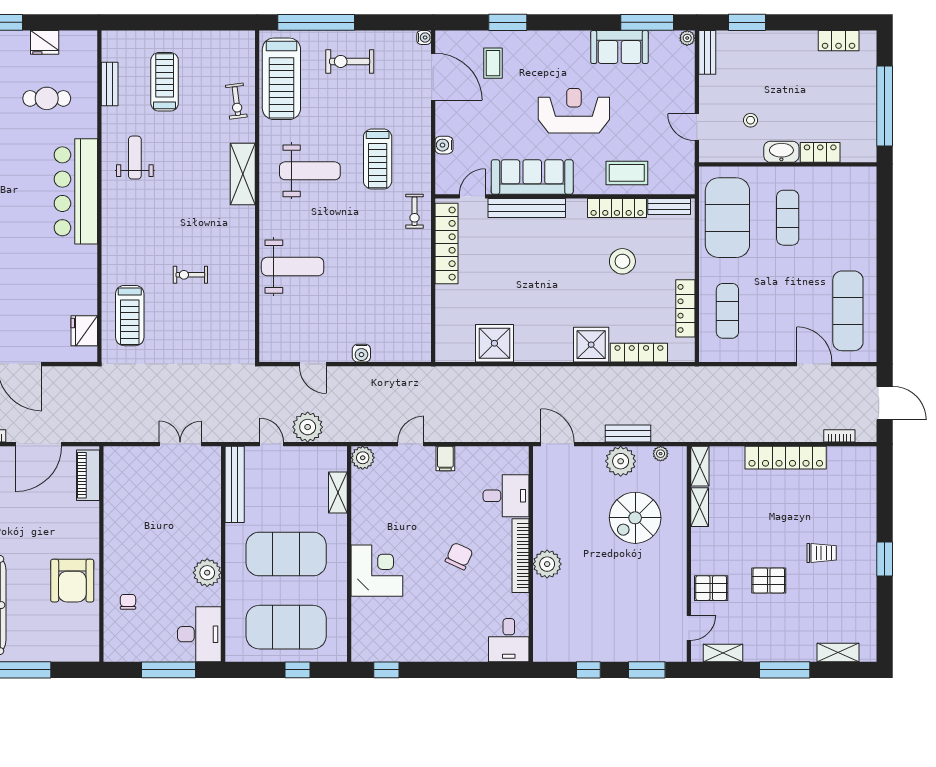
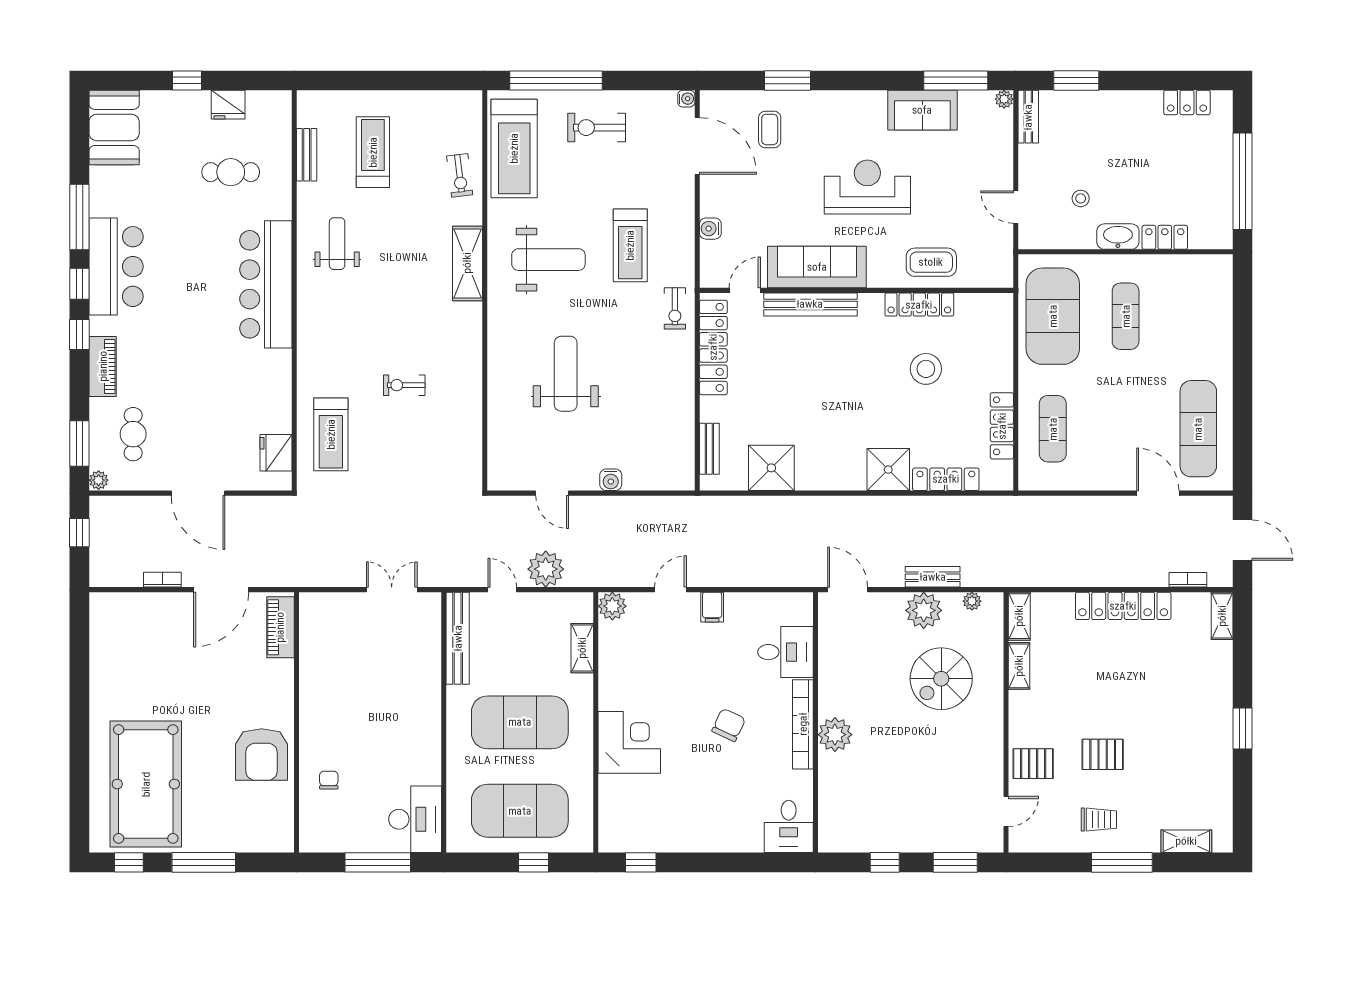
bench: (669, 206) -> (709, 449), moved, turned 90
weight bench: (293, 267) -> (566, 374), moved, turned -90
trolley: (822, 553) -> (1099, 820), moved
plant: (207, 573) -> (425, 745), removed
shelving: (723, 653) -> (1222, 616), moved, turned 90

